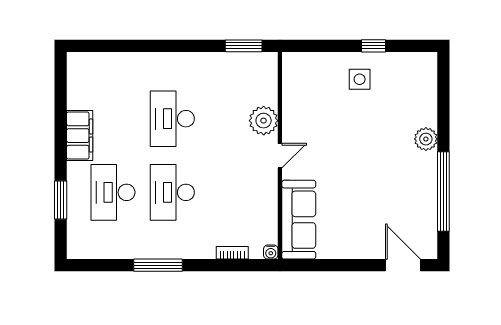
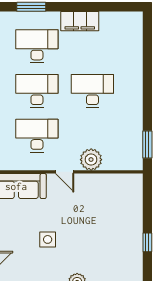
side table: (360, 79) -> (48, 239), moved
desk: (232, 192) -> (37, 136), added

